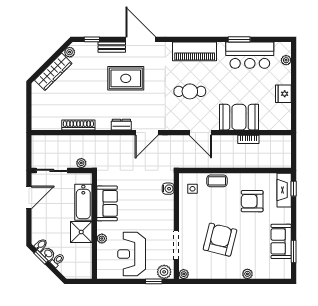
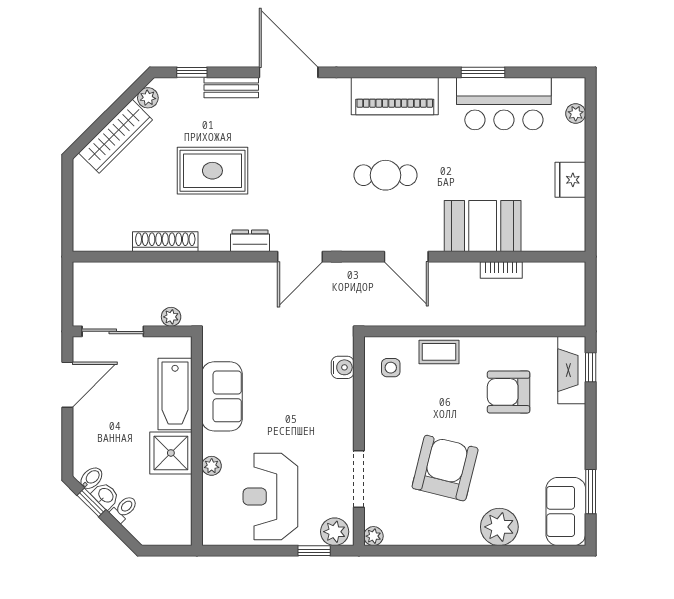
rug: (126, 78) -> (212, 171), moved
sofa: (281, 241) -> (566, 511), moved
plant: (247, 274) -> (499, 527), width x1.87, depth x1.87

